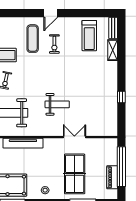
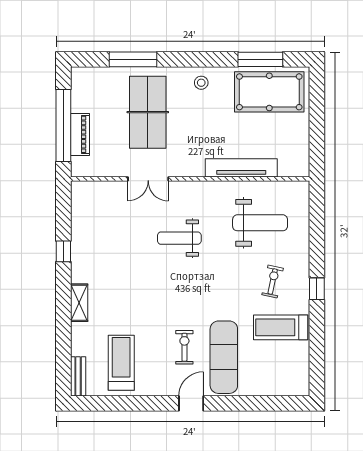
exercise mat: (33, 39) -> (224, 357), width x1.36, depth x1.45
shelving: (113, 50) -> (79, 303), moved
piano: (112, 177) -> (80, 134), moved

